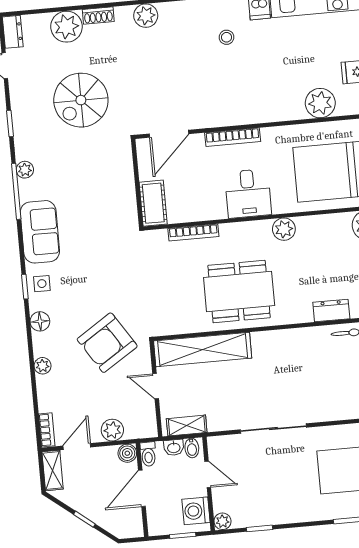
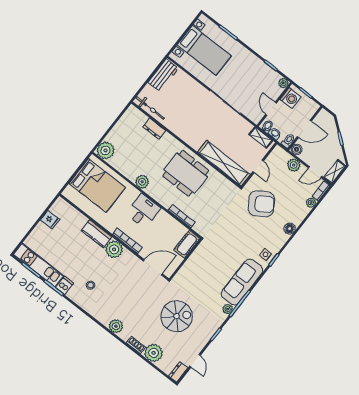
plant: (320, 103) -> (114, 249), moved
kitchen counter: (280, 109) -> (97, 234), added
sofa: (40, 232) -> (242, 282), width x1.36
floor lamp: (40, 321) -> (290, 229), moved
plant: (43, 366) -> (311, 203), moved

